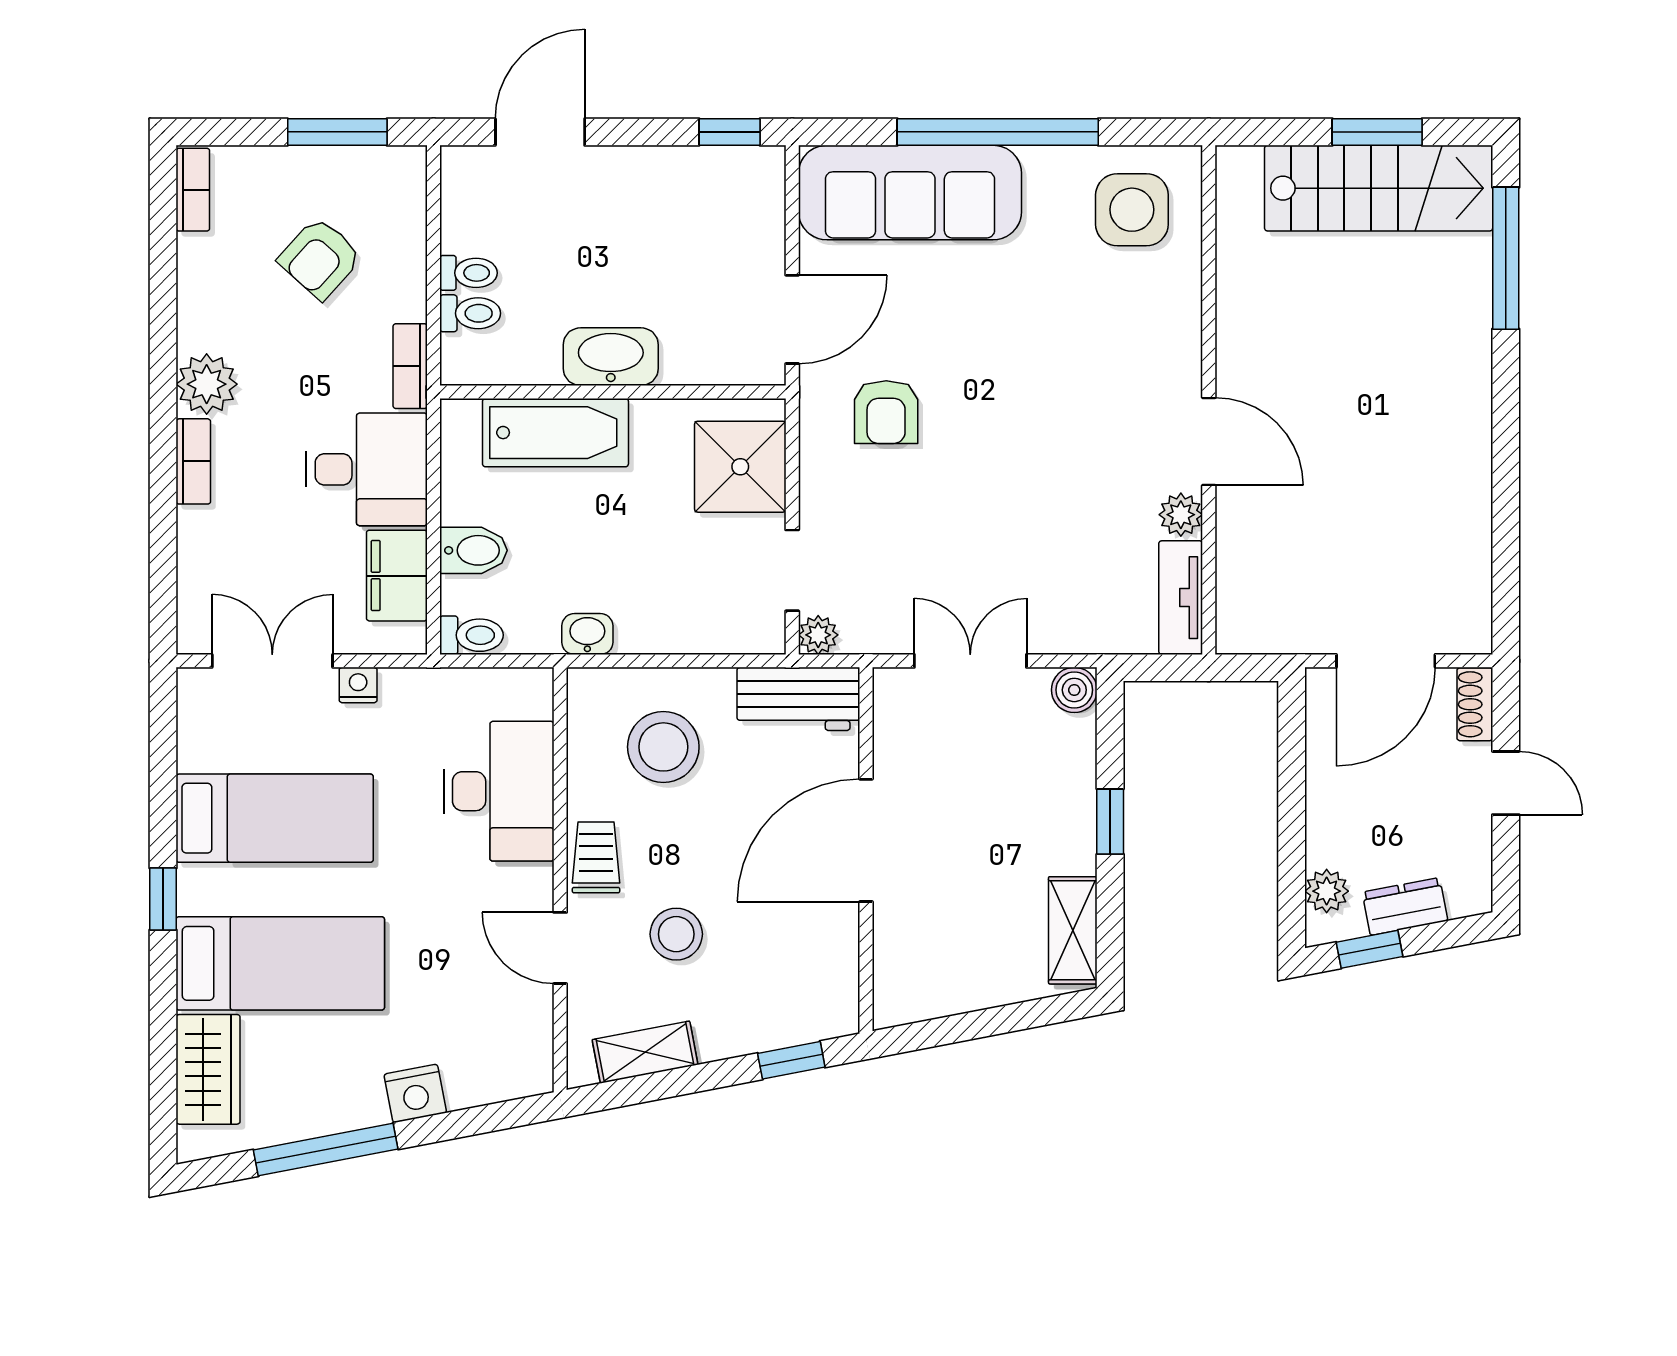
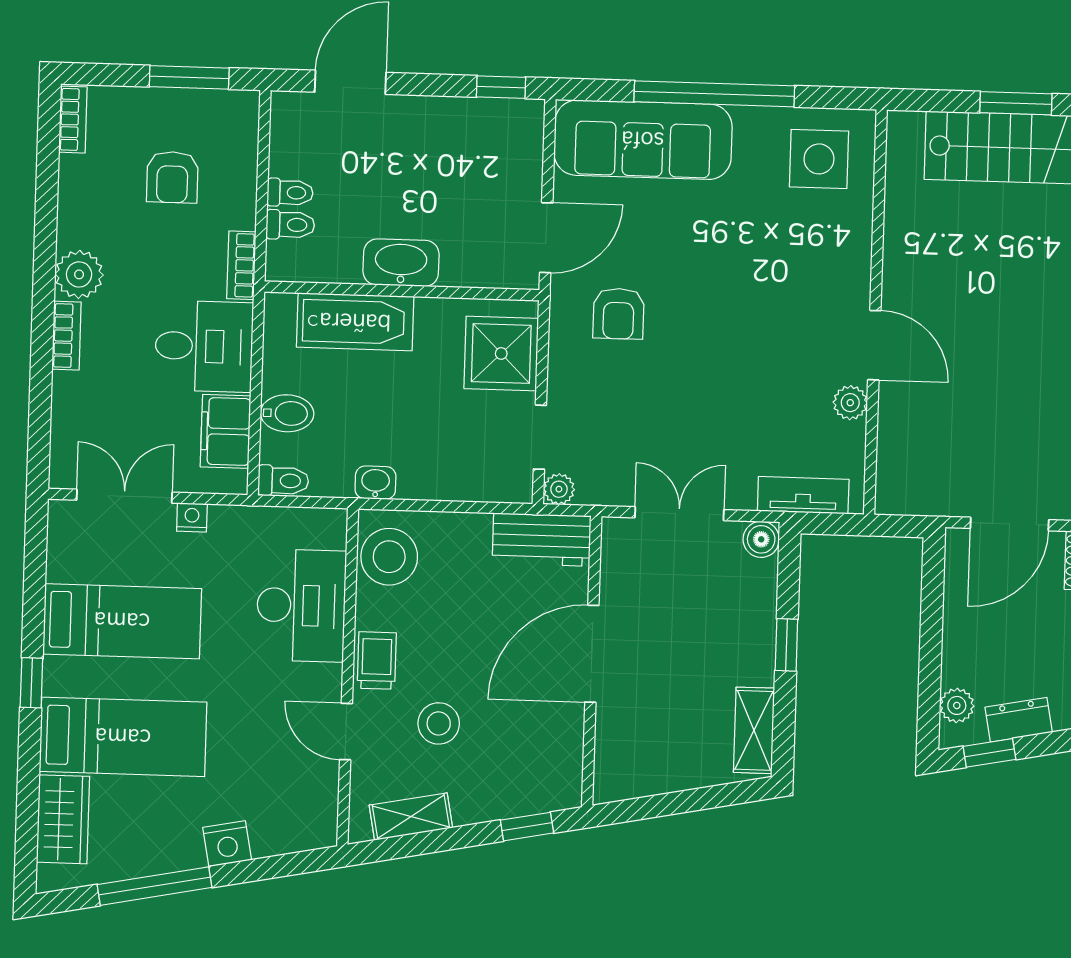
armchair: (320, 258) -> (172, 177), turned -42
tv unit: (1181, 598) -> (803, 495), moved, turned 90
stool: (663, 747) -> (389, 557), moved

